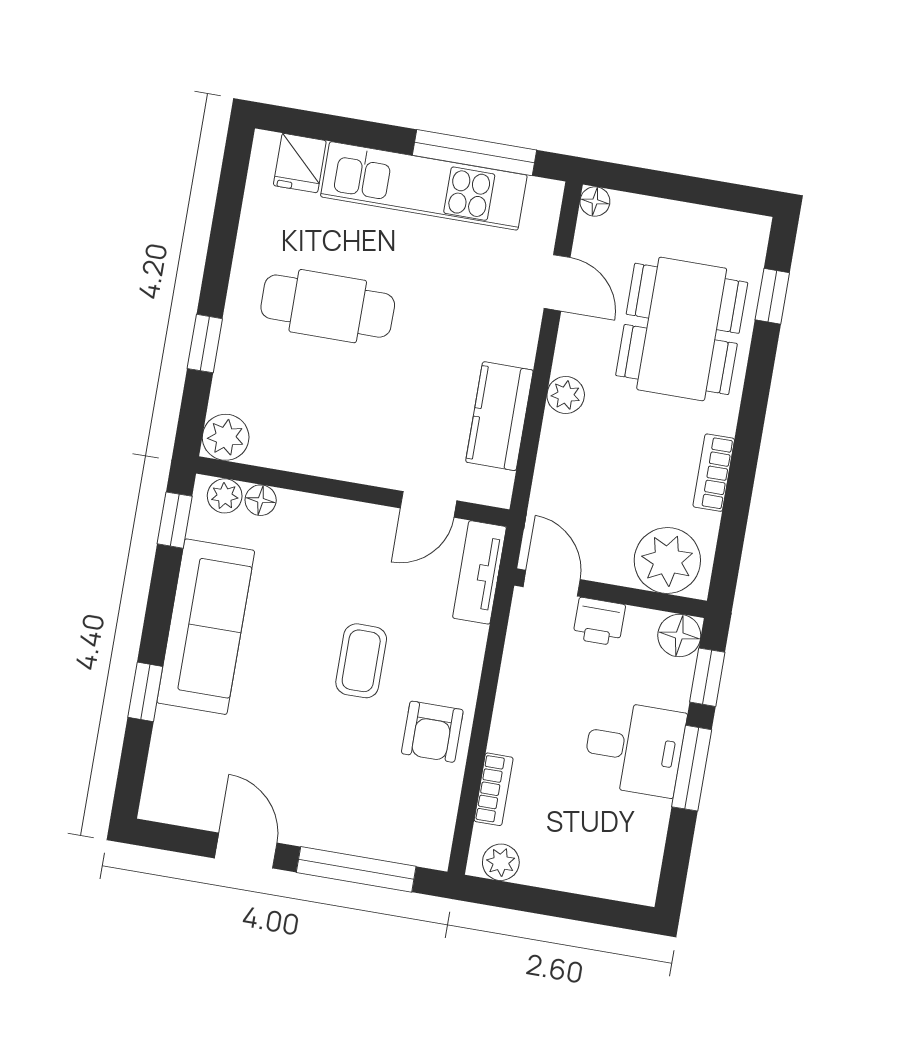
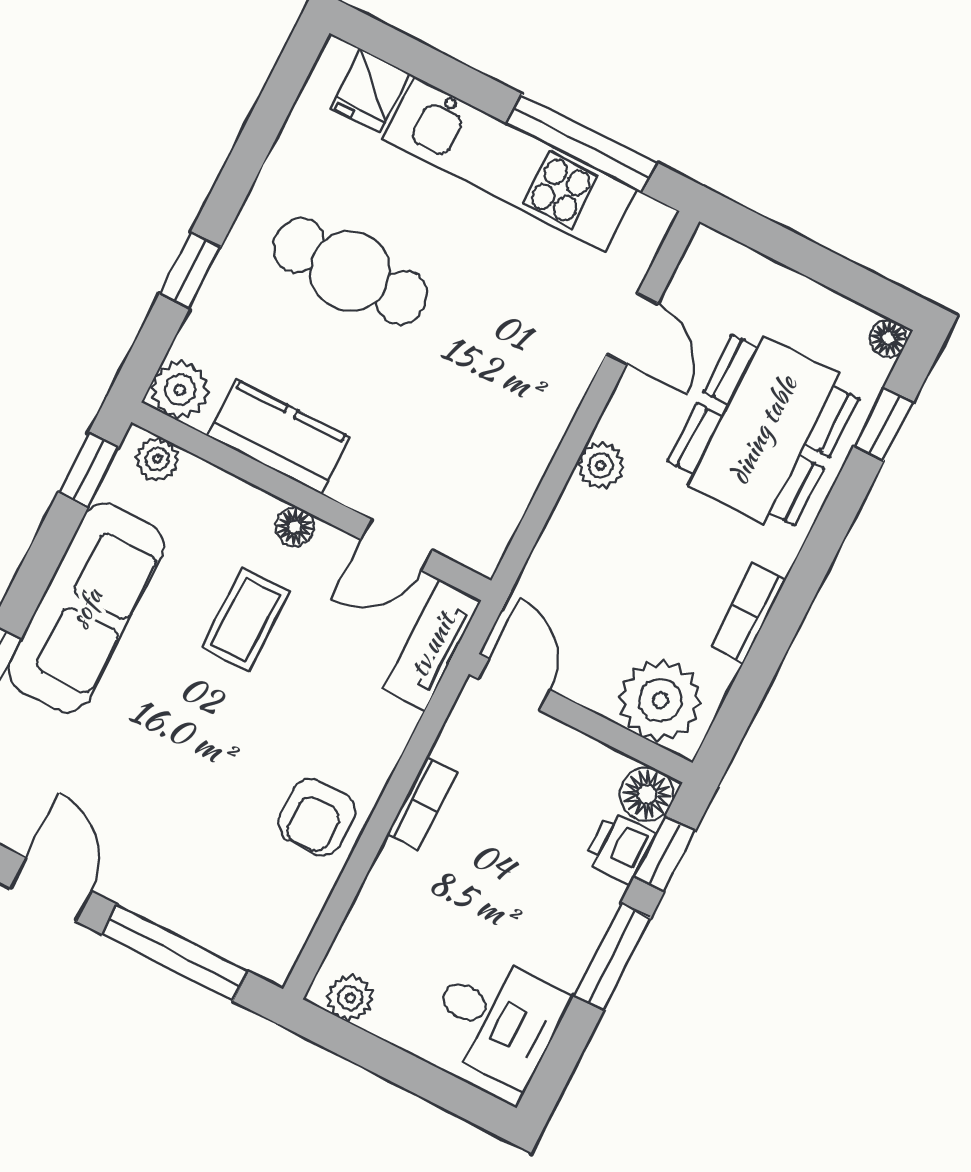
floor lamp: (595, 202) -> (888, 338), moved
kitchen counter: (499, 416) -> (278, 436), moved, turned 90
floor lamp: (261, 500) -> (295, 527), moved
printer: (599, 622) -> (620, 848), moved, turned 90
coffee table: (361, 661) -> (246, 620), moved
desk: (634, 748) -> (497, 1019), moved
bookcase: (494, 789) -> (422, 804), moved

